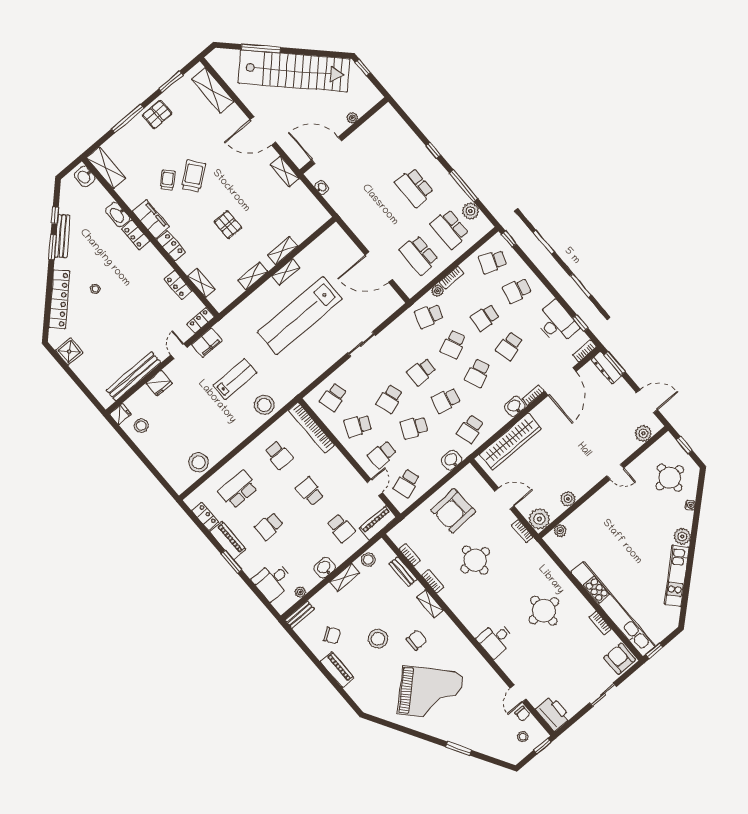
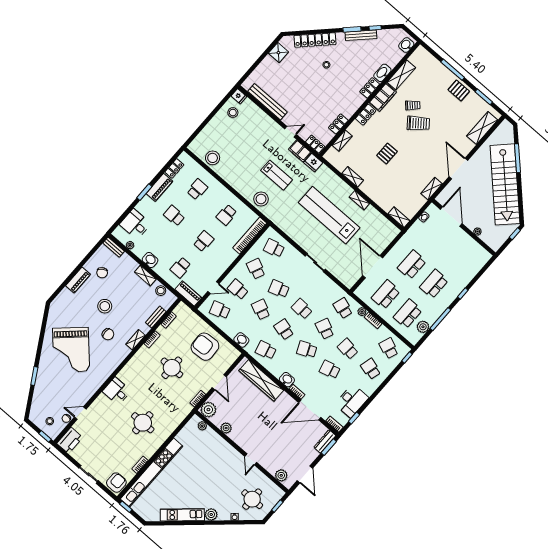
shelving: (106, 168) -> (401, 75), moved
school desk: (384, 213) -> (412, 265), added
shelving: (283, 251) -> (399, 217), moved
school desk: (453, 345) -> (325, 329), turned 48
fridge: (159, 383) -> (313, 163), moved
school desk: (238, 490) -> (197, 189), width x0.54

